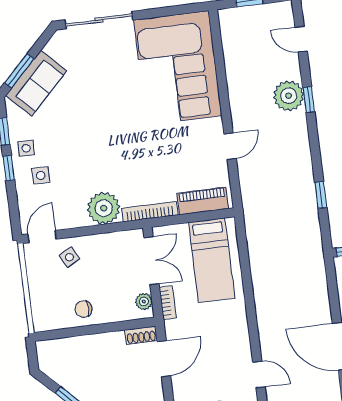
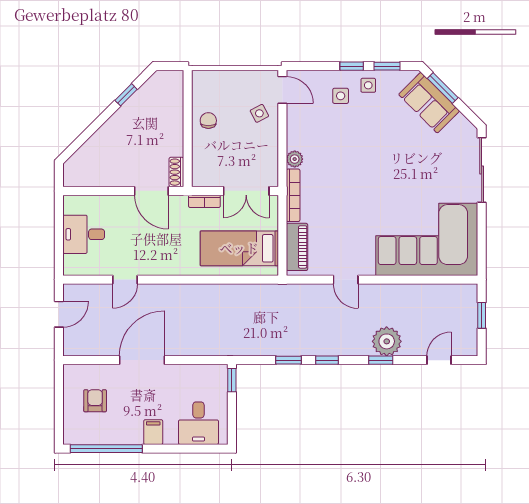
window: (316, 155) -> (327, 360), added
plant: (104, 208) -> (295, 159), width x0.53, depth x0.53
plant: (144, 301) -> (208, 179), removed

